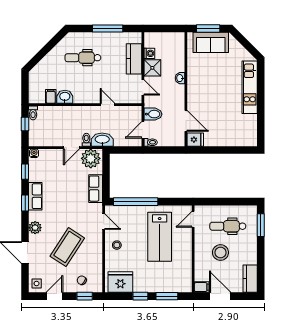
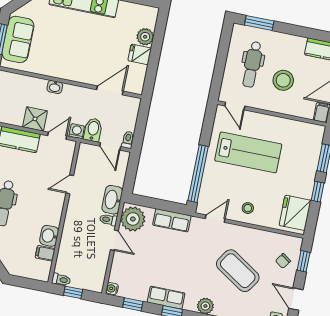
washing machine: (149, 53) -> (77, 131), moved
fridge: (195, 140) -> (140, 54), moved, turned -90
plant: (233, 140) -> (145, 37), added

